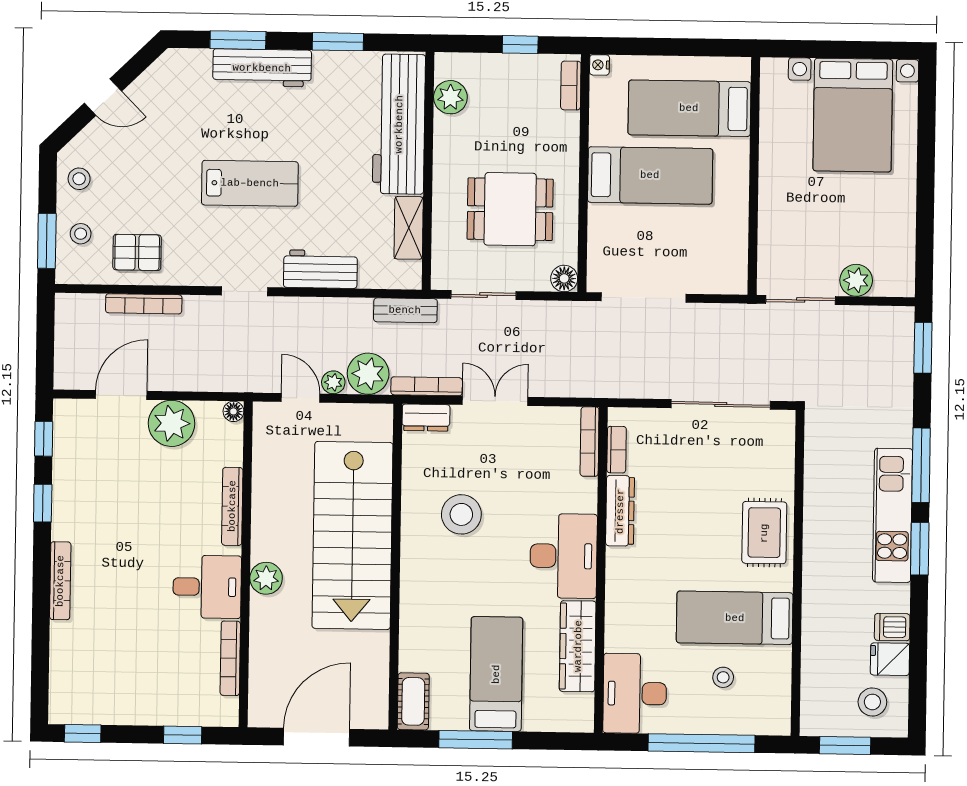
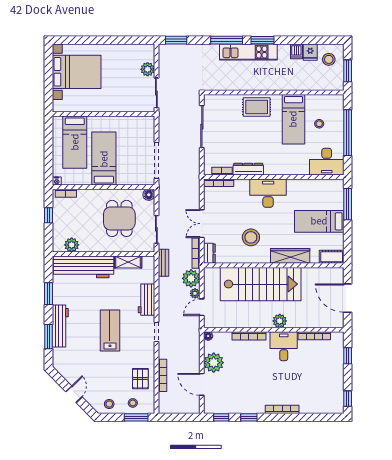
wardrobe: (578, 646) -> (290, 256), moved, turned 180
window: (476, 740) -> (348, 204), moved

